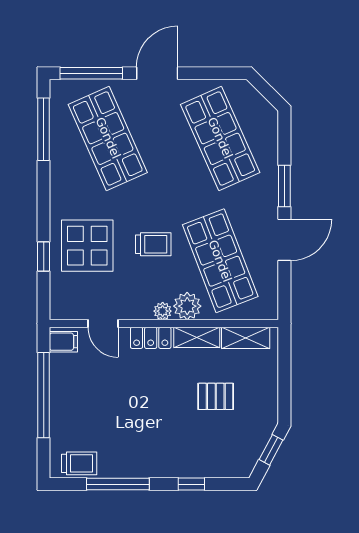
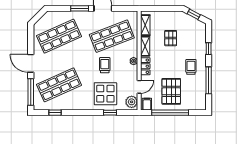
window: (44, 129) -> (55, 113), width x0.46
plant: (187, 306) -> (132, 102), moved
pallet: (93, 398) -> (171, 91), added
trolley: (79, 463) -> (191, 67), moved

